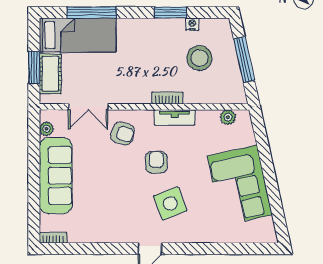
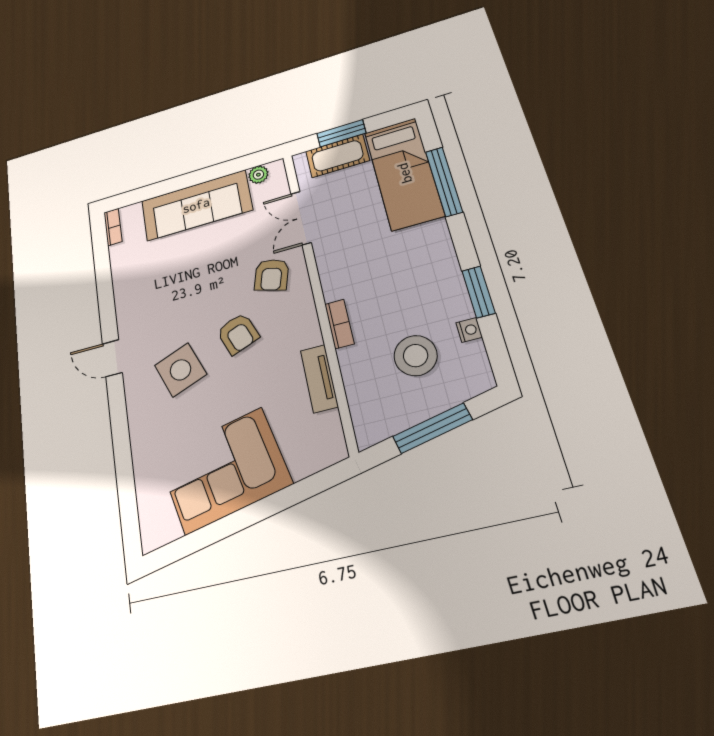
tv unit: (175, 117) -> (319, 378), moved
plant: (228, 117) -> (329, 425), removed
armchair: (156, 162) -> (238, 334), turned 69

